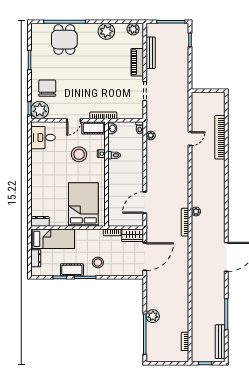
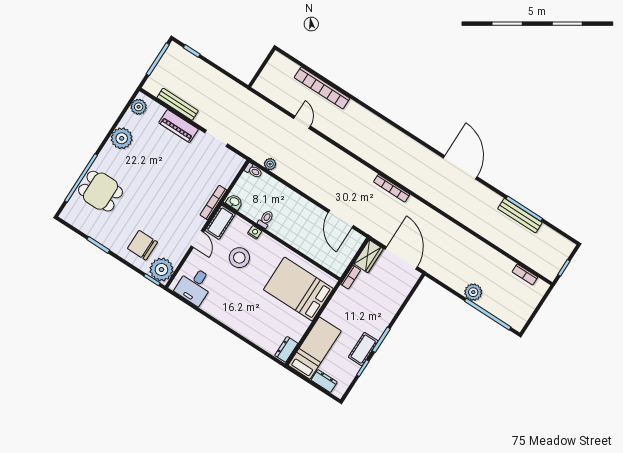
plant: (196, 212) -> (388, 168), removed
stool: (98, 263) -> (374, 315), removed
bench: (220, 342) -> (520, 216), moved

